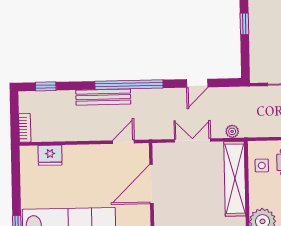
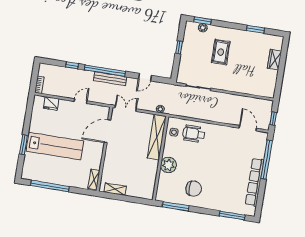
window: (46, 86) -> (72, 65), moved
bench: (103, 97) -> (110, 79), moved
double door: (192, 140) -> (126, 108), moved
door: (123, 142) -> (81, 101), moved

